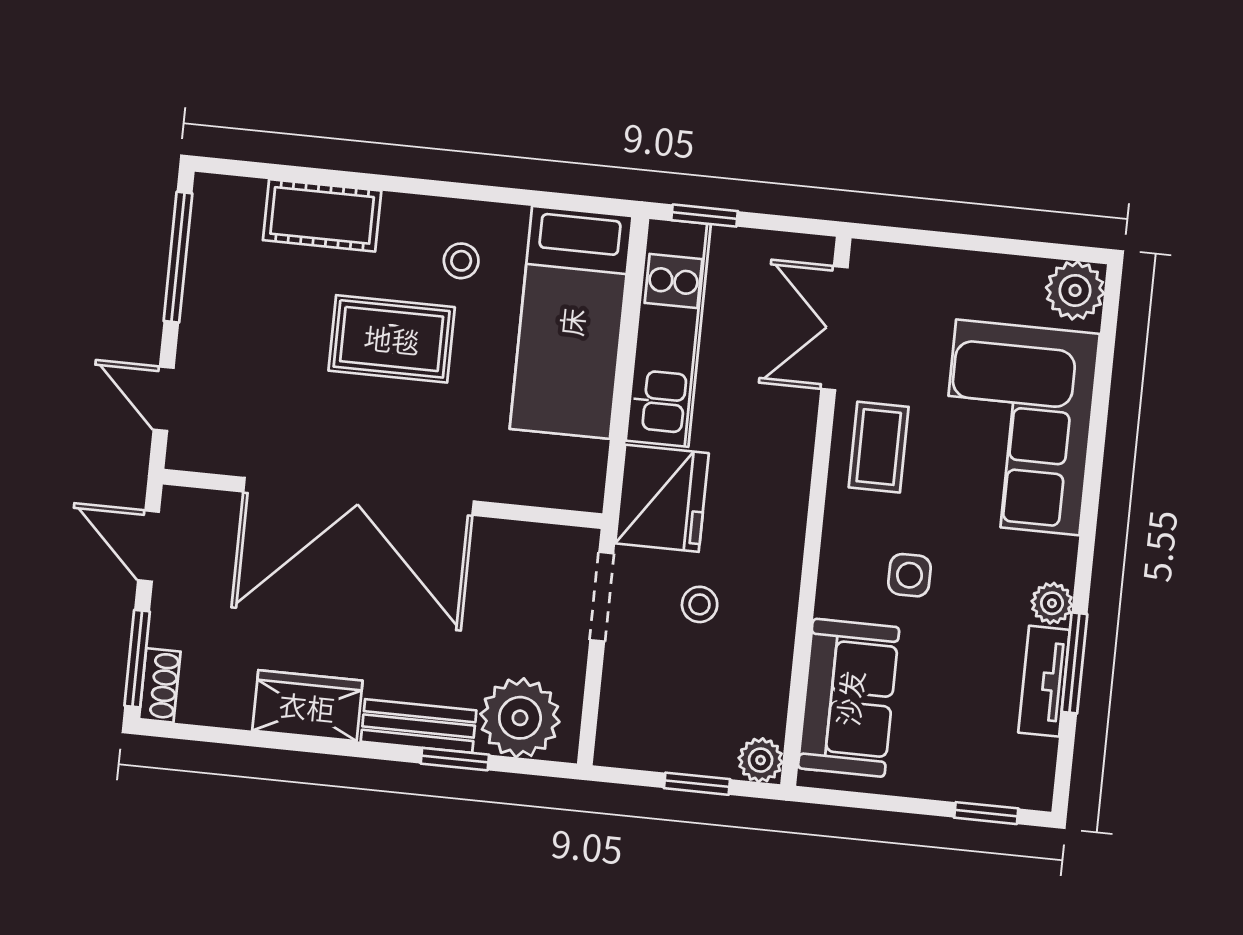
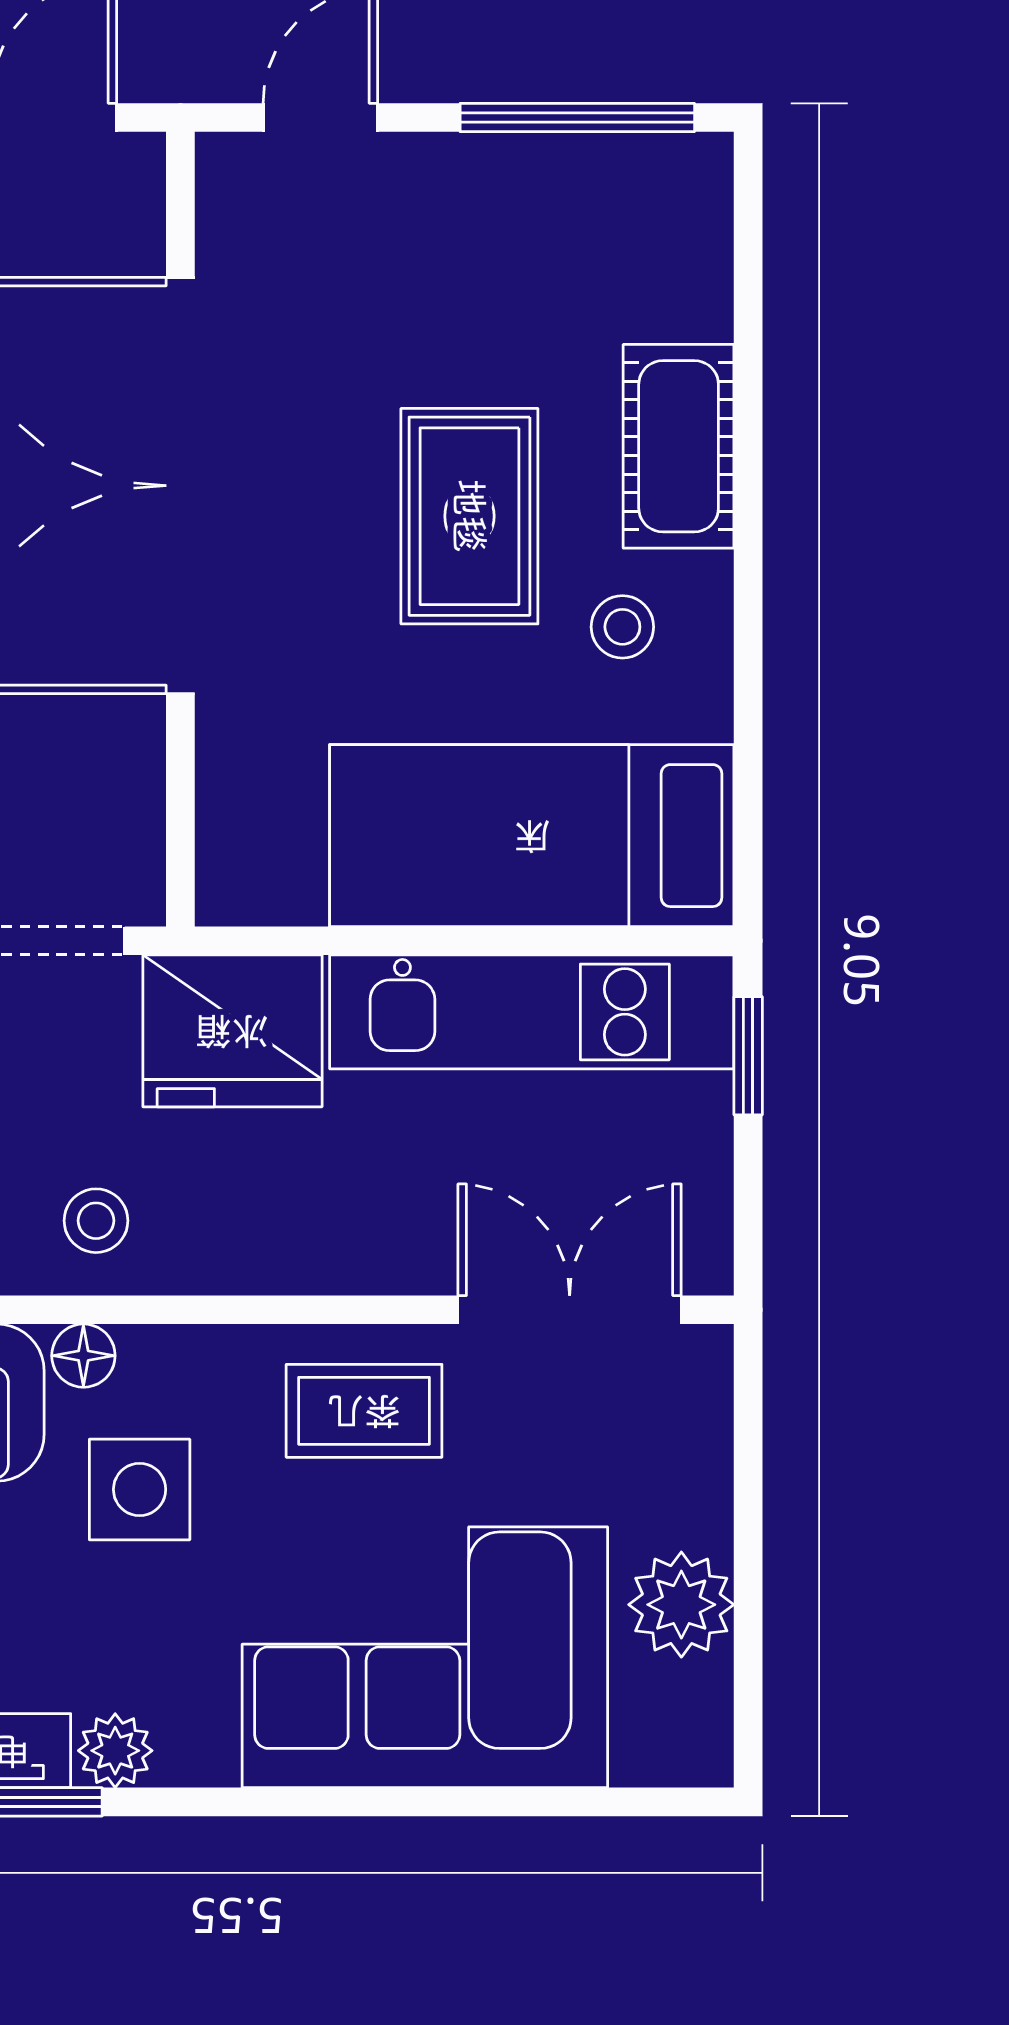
cot: (322, 215) -> (679, 446), moved
plant: (1075, 290) -> (681, 1605), moved
side table: (909, 575) -> (140, 1489), width x1.37, depth x1.37
floor lamp: (833, 599) -> (83, 1356), added
stool: (700, 604) -> (96, 1221), moved

